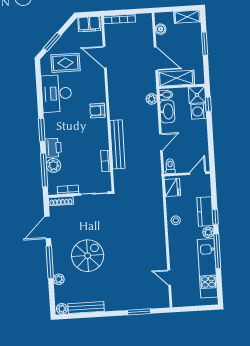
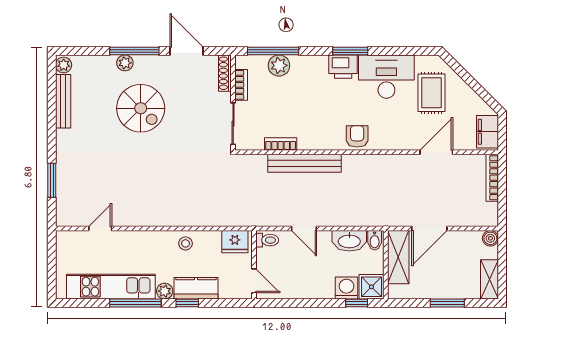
boiler: (161, 29) -> (490, 238), moved
window: (52, 42) -> (464, 75), removed
plant: (152, 99) -> (370, 218), removed
window: (42, 130) -> (350, 51), moved
printer: (53, 148) -> (343, 67), moved
plant: (59, 279) -> (125, 63), moved

